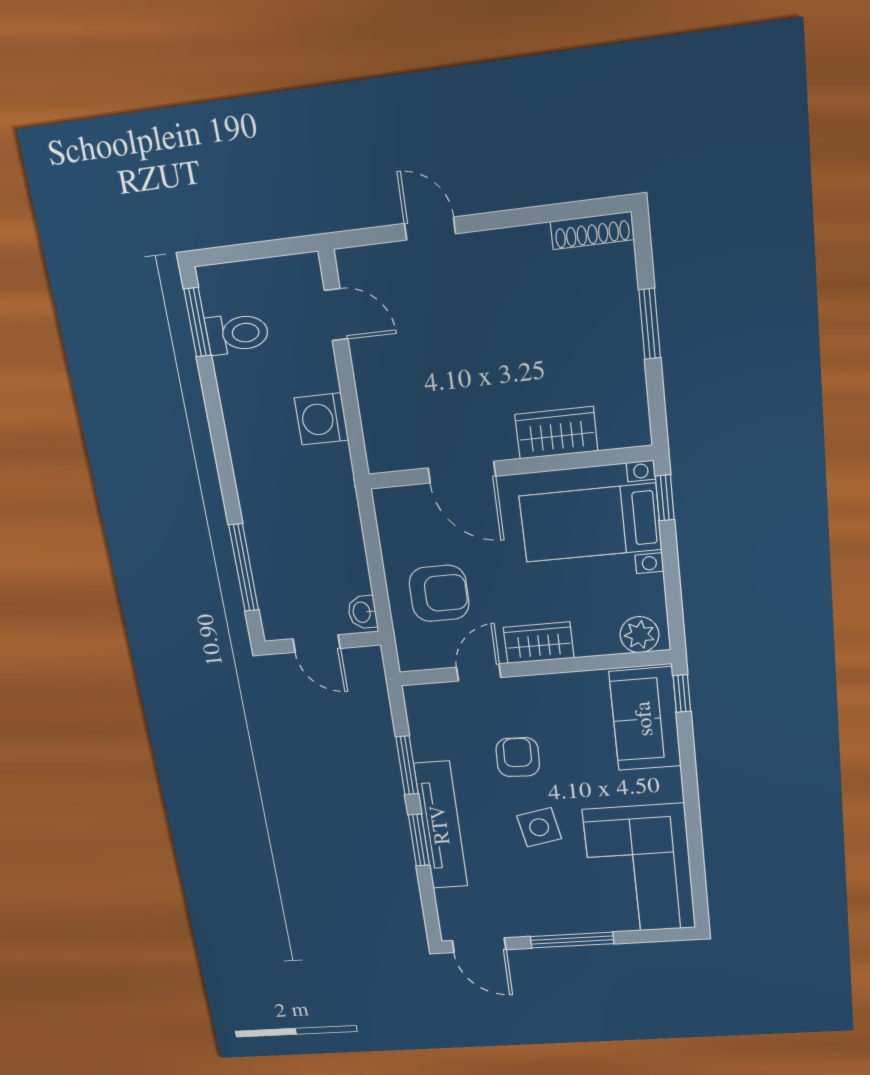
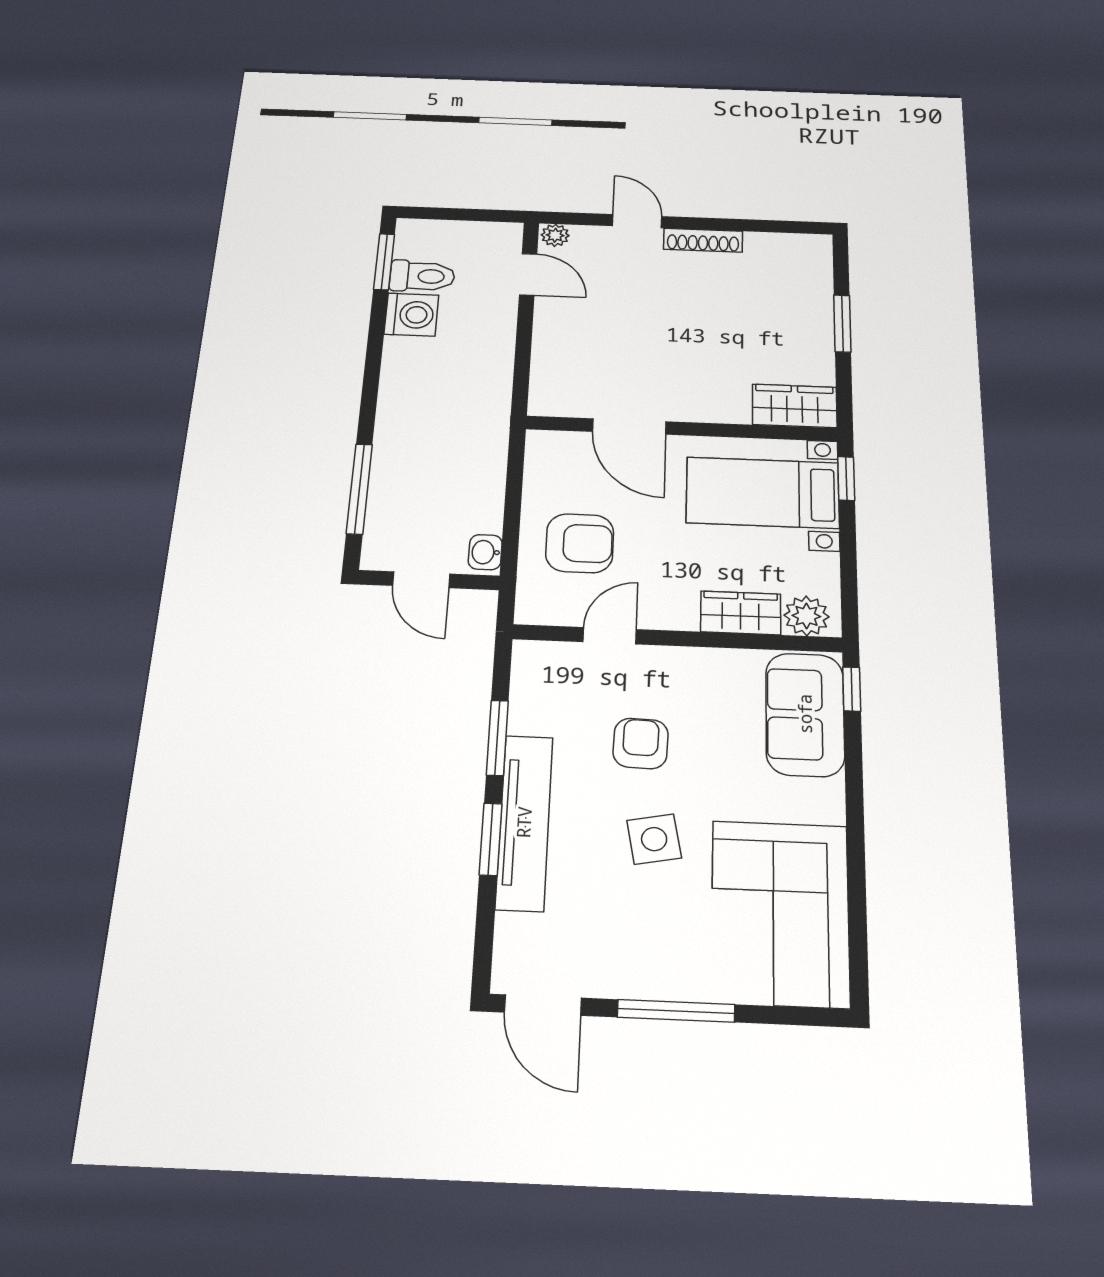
shoe rack: (592, 231) -> (703, 240), moved
plant: (352, 261) -> (555, 235), added
washing machine: (321, 419) -> (411, 315), moved, turned 180
wardrobe: (556, 433) -> (795, 406), moved
wardrobe: (539, 643) -> (741, 613), moved

